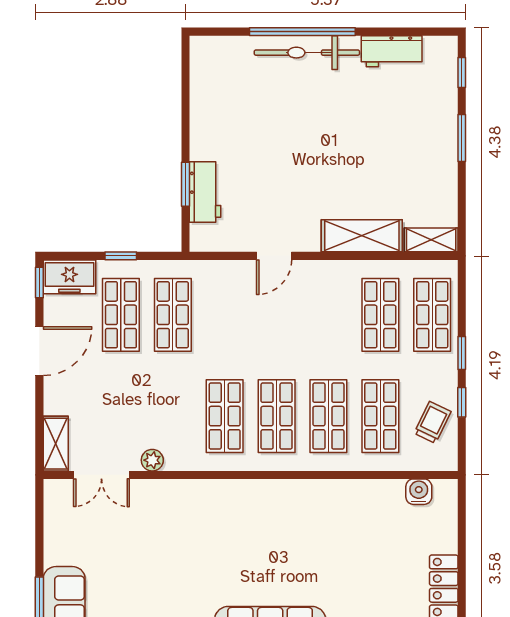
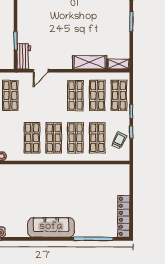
workbench: (205, 192) -> (24, 56), moved
door: (274, 256) -> (41, 71), moved
shop shelf: (328, 315) -> (75, 95), added
water cooler: (419, 492) -> (113, 169), removed

